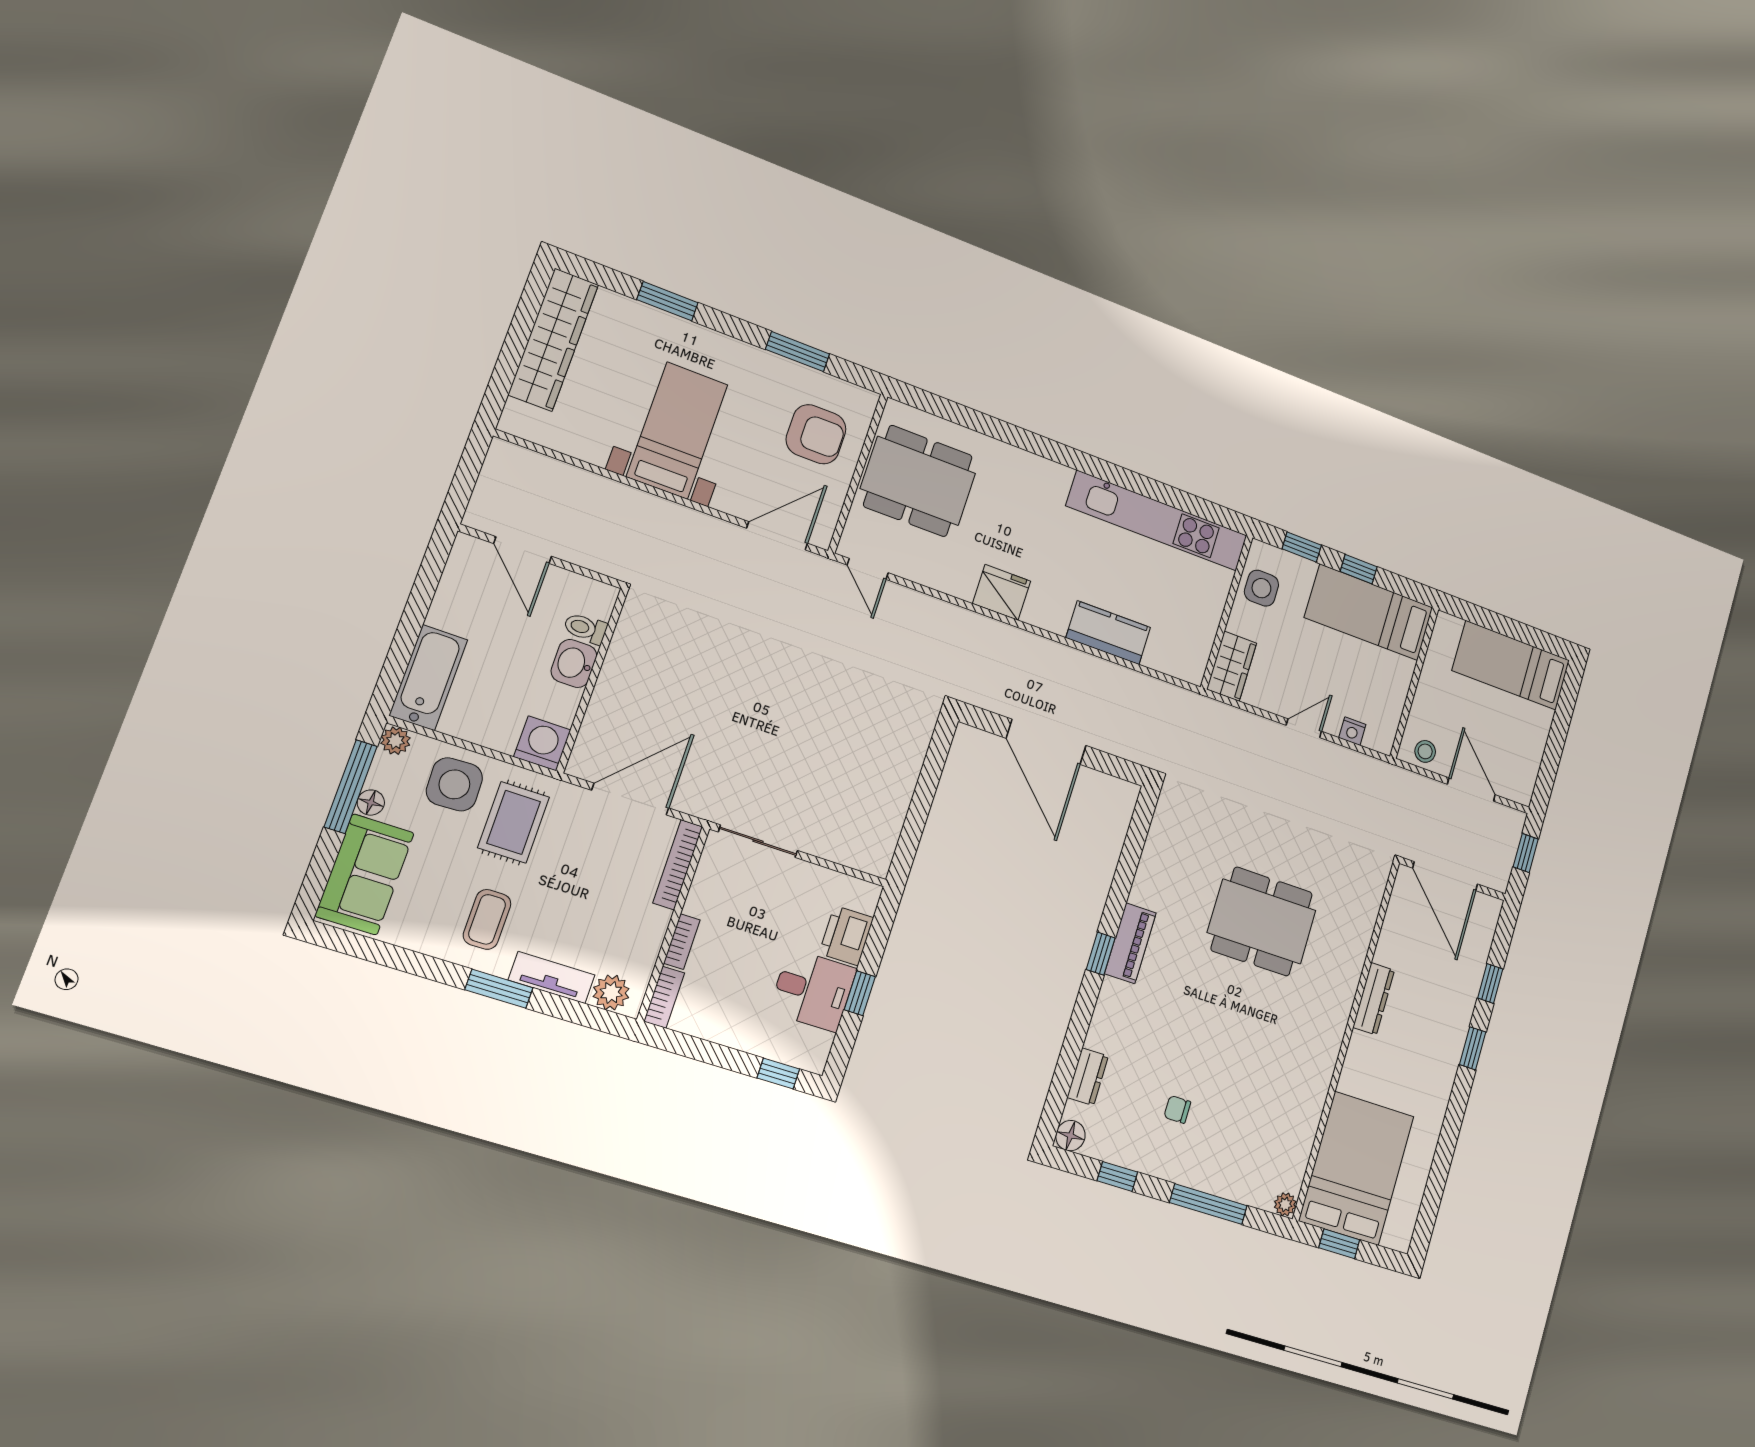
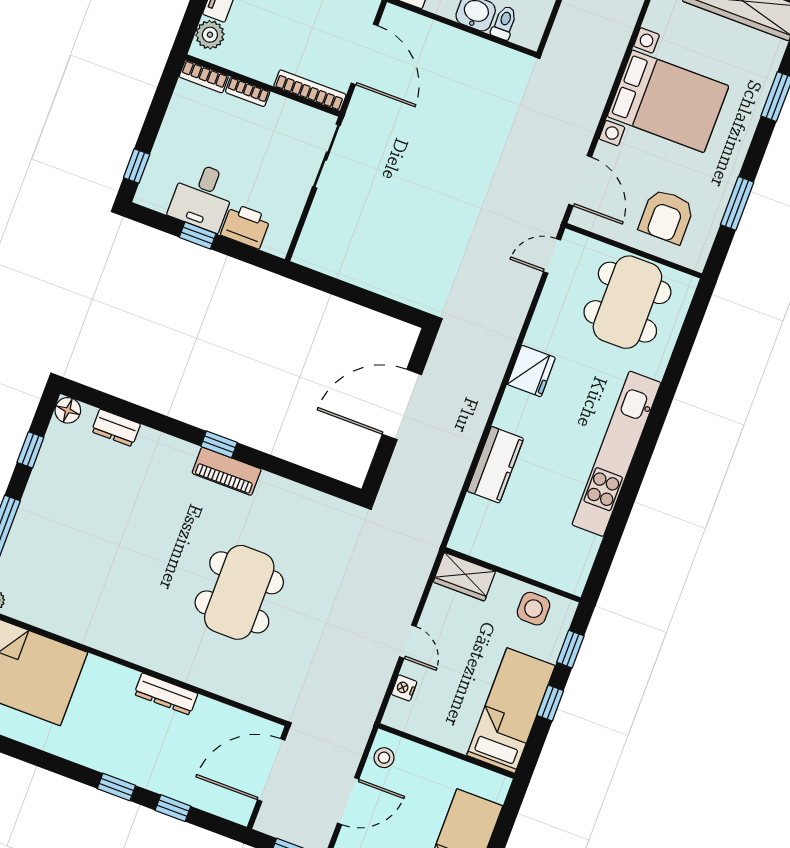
bed with nightstands: (677, 430) -> (668, 101), width x1.36
kitchen unit: (1157, 521) -> (616, 454), moved
chair: (1177, 1109) -> (83, 506), removed

